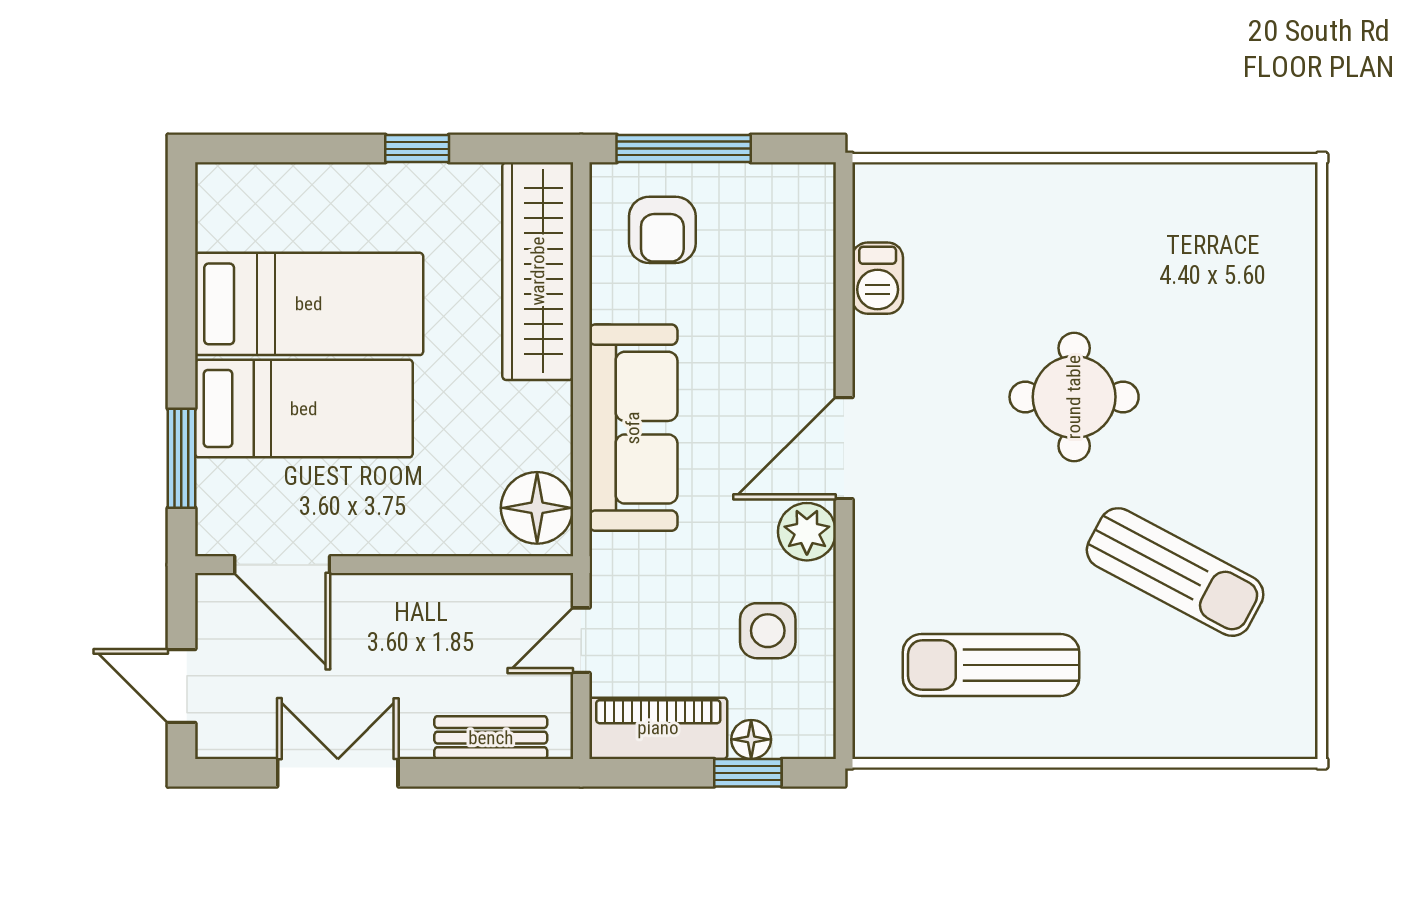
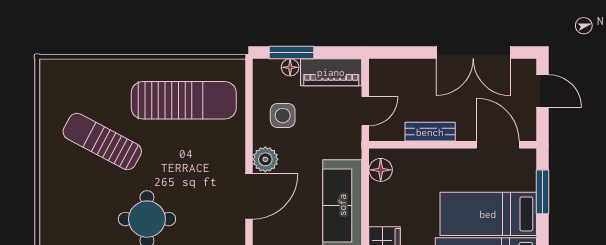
floor lamp: (537, 508) -> (381, 170), width x0.73, depth x0.73
sun lounger: (991, 665) -> (184, 100), width x1.36, depth x1.34
bench: (491, 738) -> (430, 132), moved
double door: (338, 773) -> (473, 53), width x1.37
window: (748, 773) -> (292, 53), width x1.50

